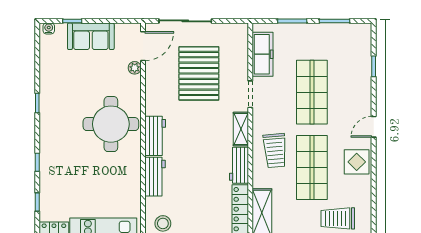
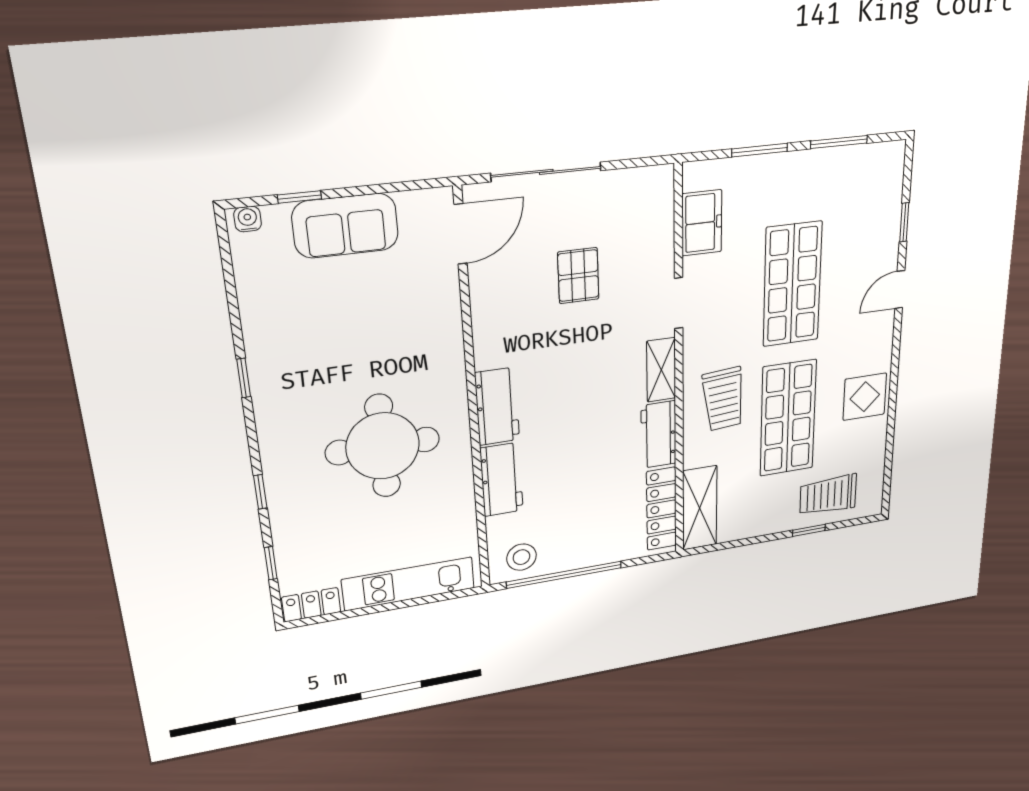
freezer: (263, 54) -> (702, 223), width x0.71
plant: (135, 68) -> (446, 280), removed
pallet: (199, 73) -> (578, 276), width x0.49, depth x0.50
round table: (111, 124) -> (383, 446), moved
door: (374, 127) -> (900, 290), moved

